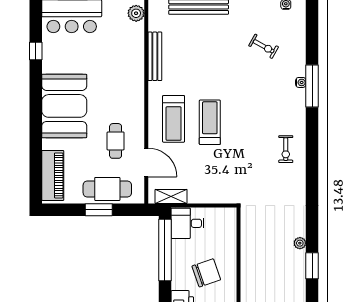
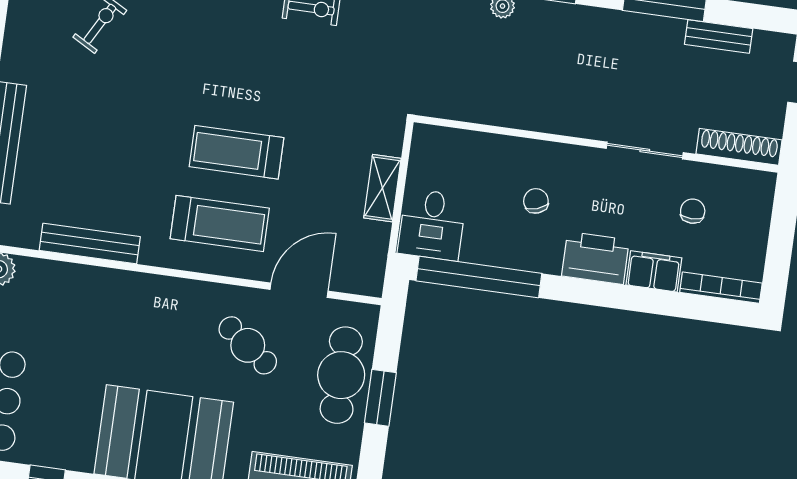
cafe table: (116, 141) -> (248, 345), turned 37
shelving: (171, 196) -> (382, 188), moved
chair: (206, 273) -> (536, 201), width x0.54, depth x0.54

